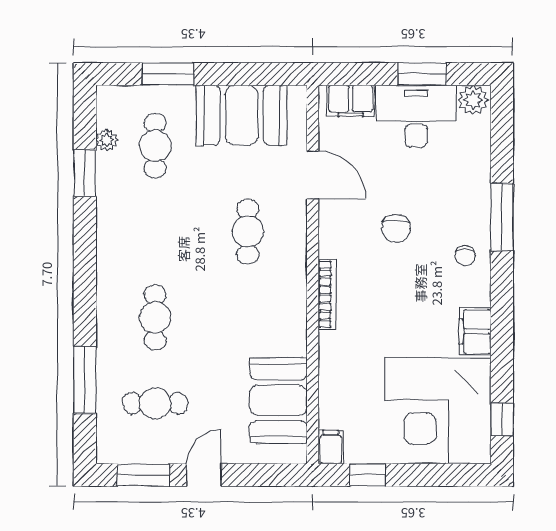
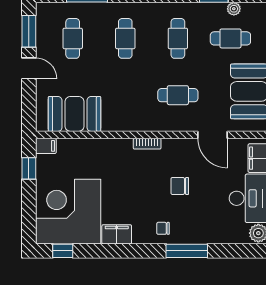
door: (313, 175) -> (213, 135), hinge flipped
cafe table: (155, 231) -> (178, 38), added
bookcase: (327, 294) -> (147, 144), width x0.64
cafe table: (155, 317) -> (125, 38), turned 90

